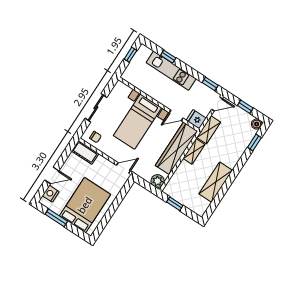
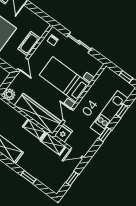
window: (210, 84) -> (105, 134), moved
door: (217, 104) -> (76, 153), hinge flipped
boiler: (257, 124) -> (56, 188), removed
window: (254, 142) -> (28, 177), moved
cot: (85, 152) -> (29, 44), moved

